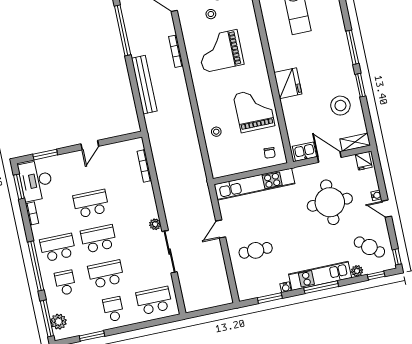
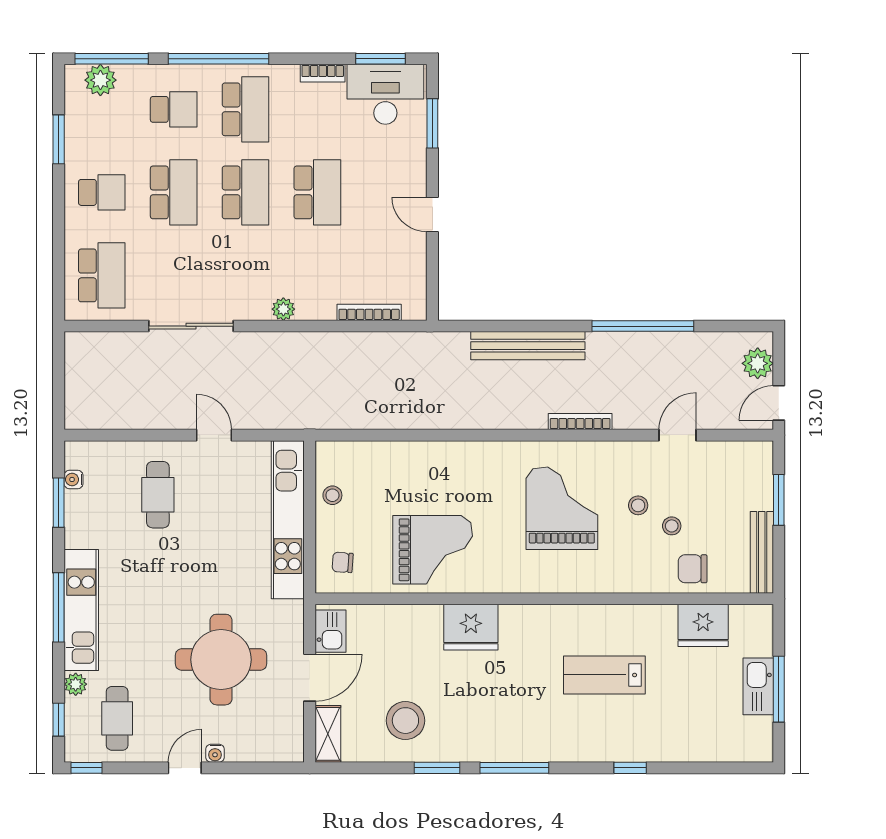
stool: (216, 132) -> (332, 495), moved
fridge: (364, 161) -> (288, 743), removed
plant: (155, 224) -> (283, 309), moved
cafe table: (369, 247) -> (117, 718), turned -38
water cooler: (286, 287) -> (74, 479), moved

